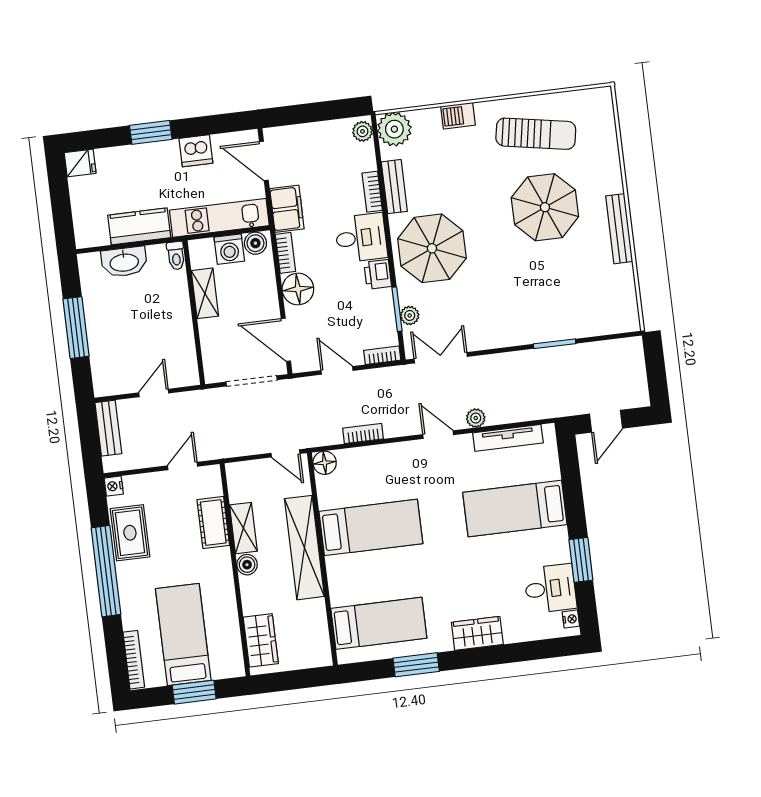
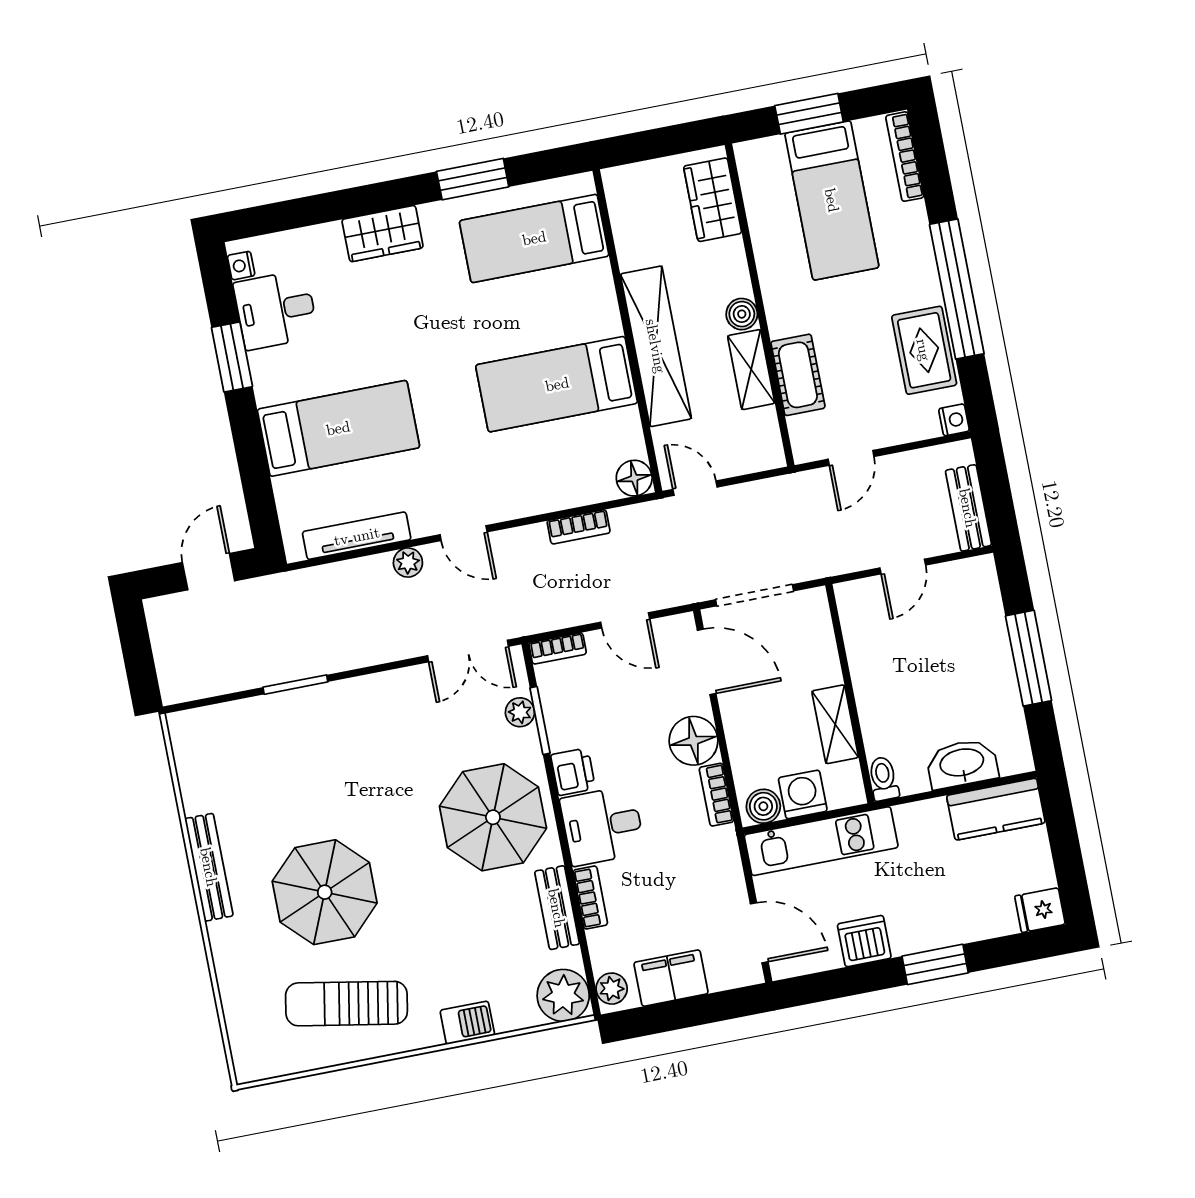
filing cabinet: (287, 209) -> (671, 978), moved, turned 90
kitchen counter: (139, 226) -> (996, 809), moved

